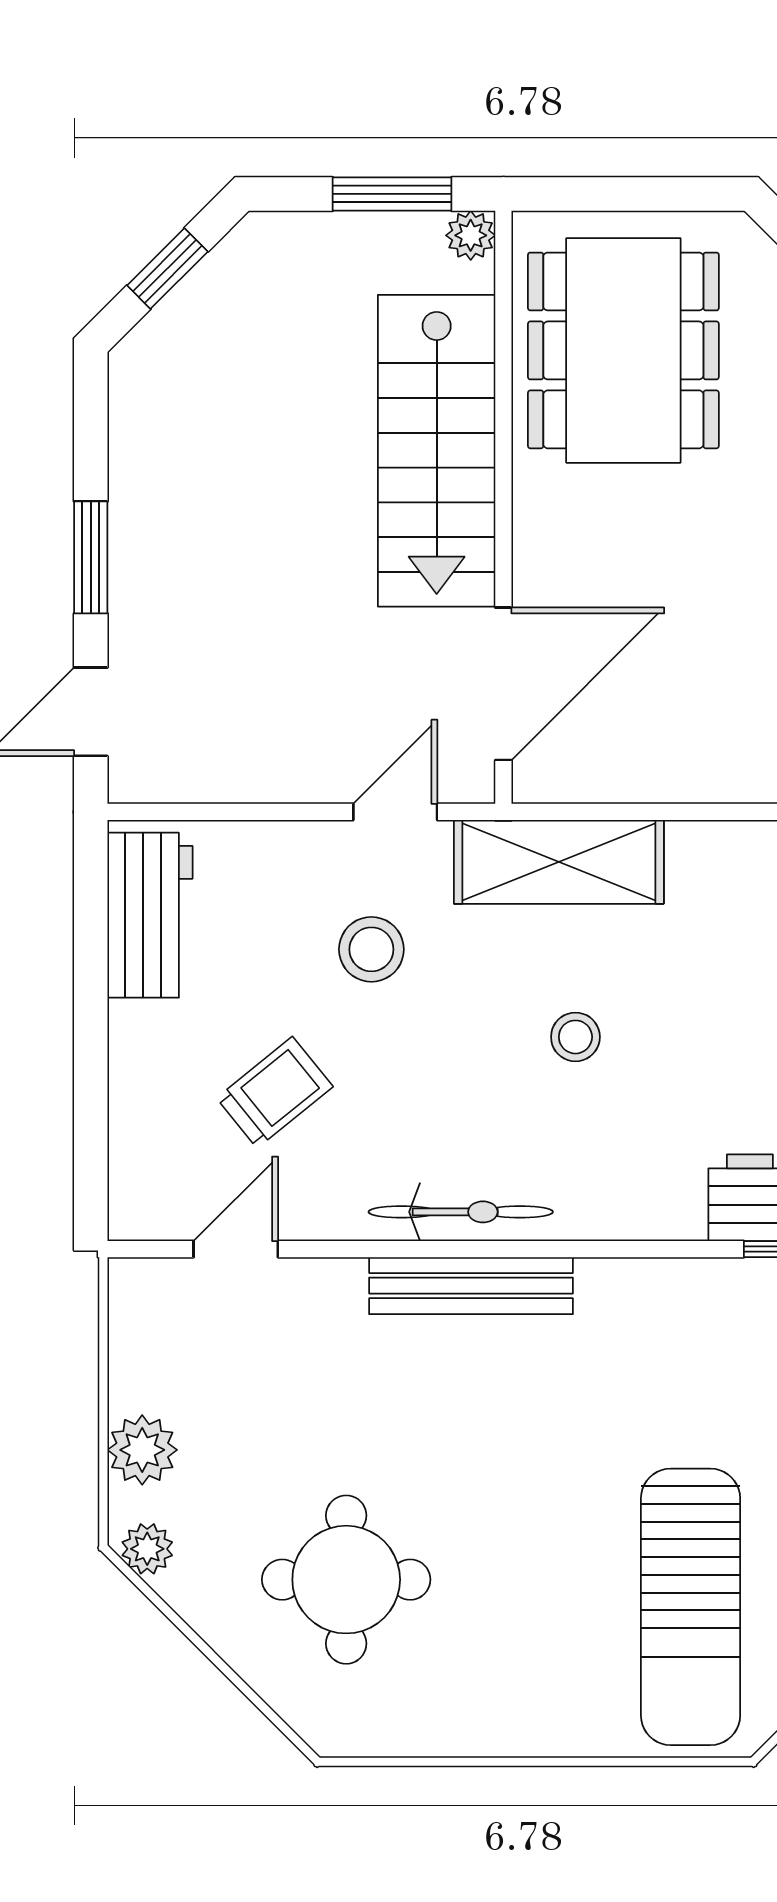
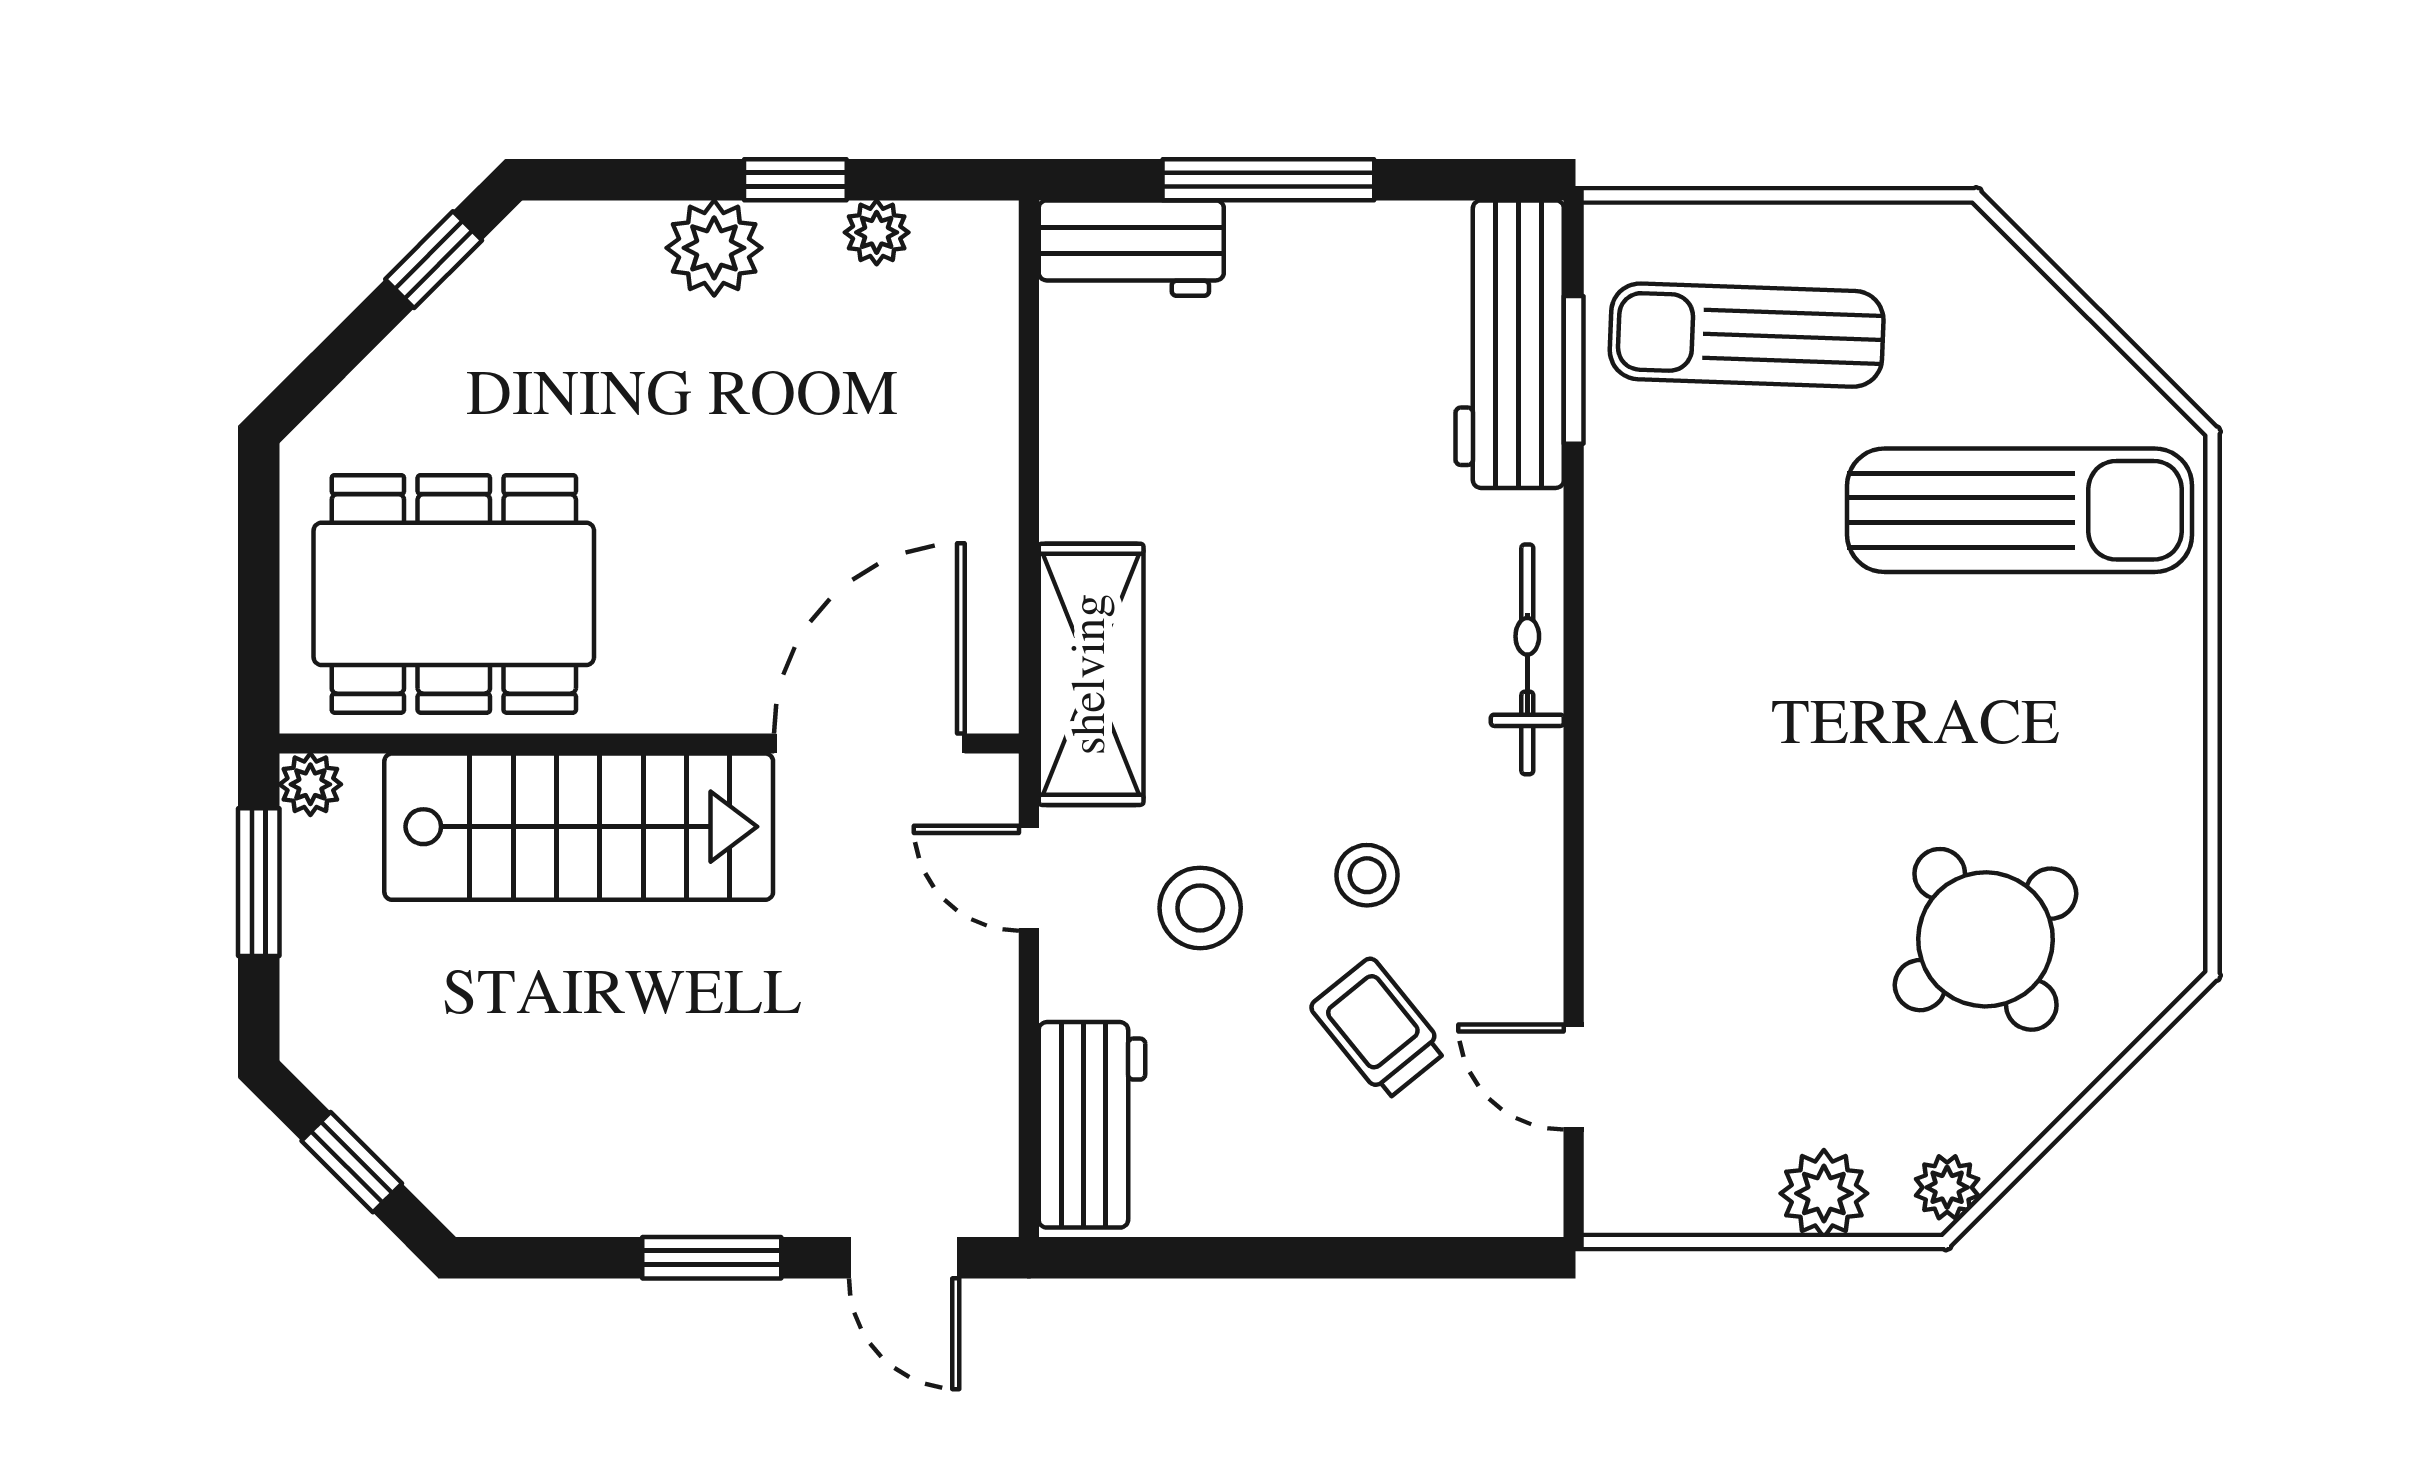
door: (503, 684) -> (869, 743), hinge flipped
workbench: (150, 915) -> (1092, 1125), moved, turned 90
stool: (575, 1037) -> (1367, 875), moved
bicycle: (461, 1212) -> (1527, 659), moved
bench: (471, 1286) -> (1619, 784), removed
round table: (346, 1580) -> (1986, 939), turned -35

